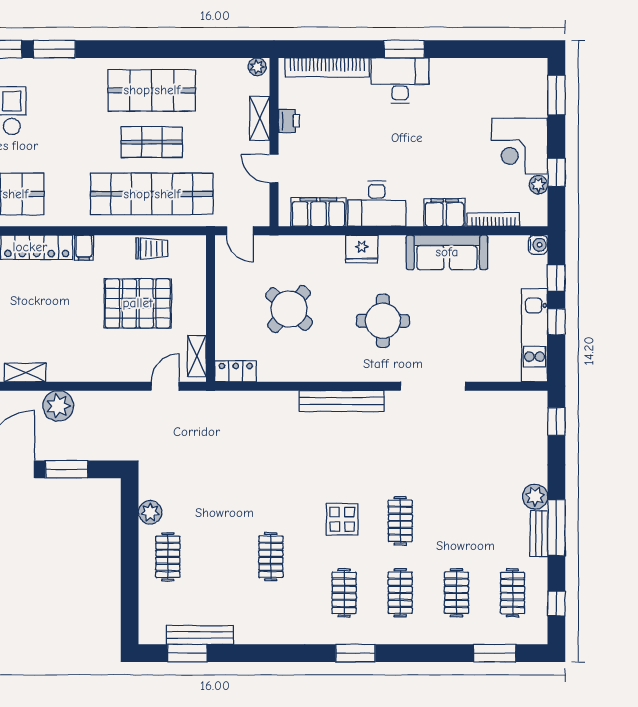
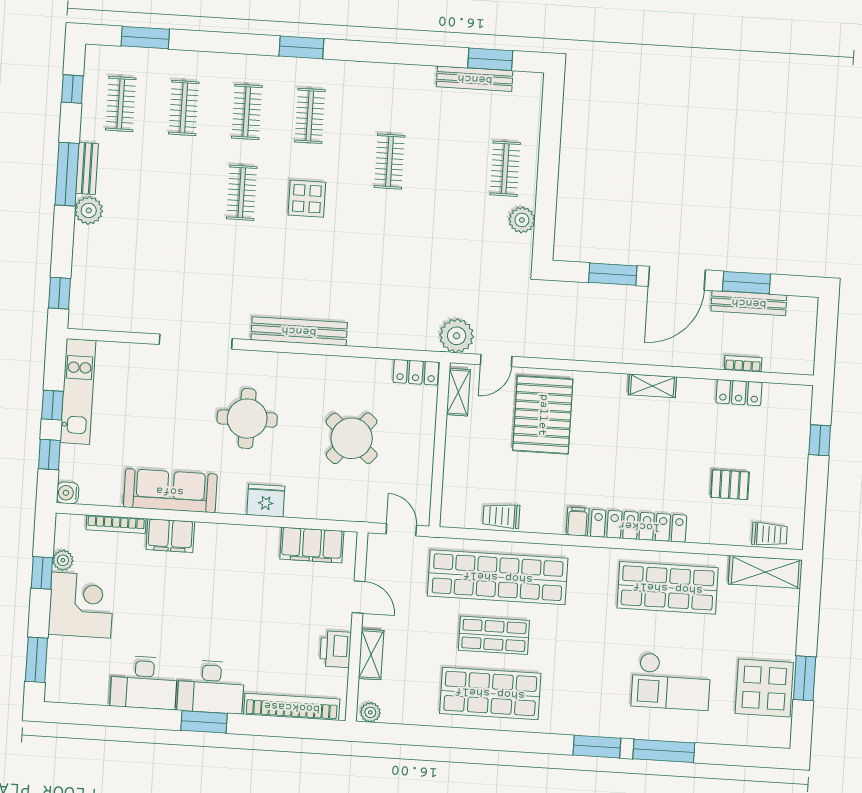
printer: (289, 121) -> (336, 649), width x1.36, depth x1.24
desk: (377, 204) -> (144, 683), moved, turned 180
pallet: (138, 303) -> (543, 415), moved, turned 90
plant: (58, 406) -> (457, 336), moved

